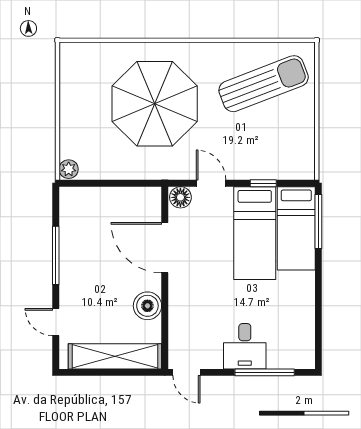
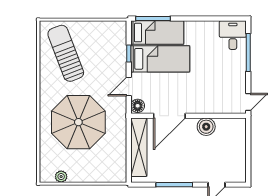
plant: (69, 169) -> (61, 177), moved
desk: (245, 346) -> (233, 35), moved, turned -90
shelving: (115, 356) -> (139, 147), moved

